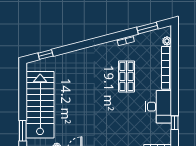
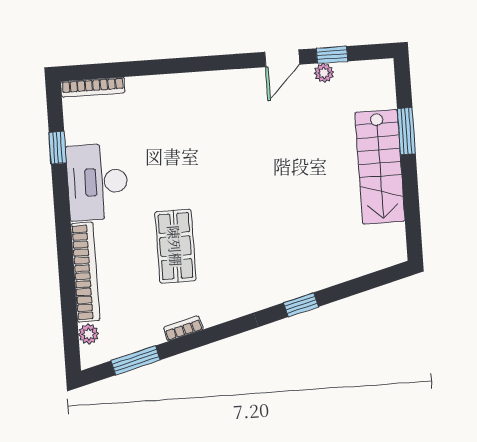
window: (46, 55) -> (301, 305), moved
stairs: (40, 105) -> (380, 167), width x0.73, depth x0.66
window: (23, 131) -> (406, 131), moved

